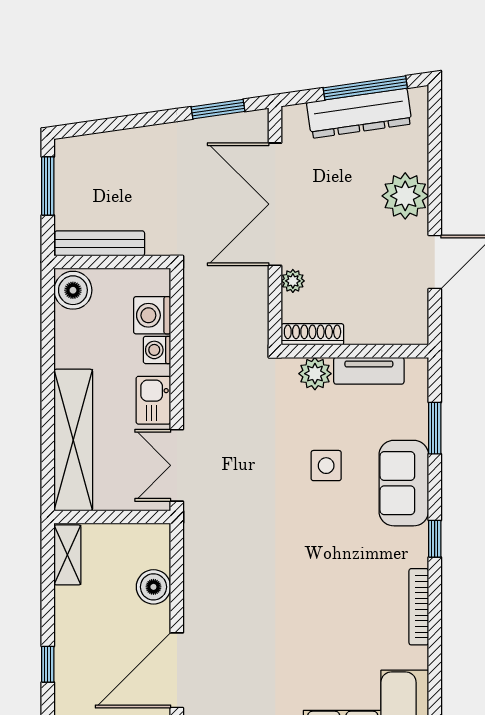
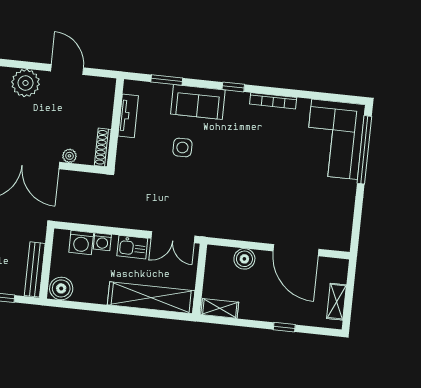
plant: (315, 374) -> (127, 148), removed

